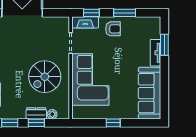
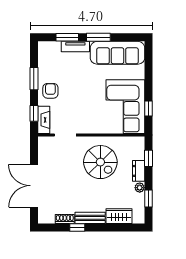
window: (164, 75) -> (98, 37), added
corner sofa: (90, 79) -> (125, 107), moved, turned -90
plant: (52, 114) -> (140, 188), moved
window: (36, 123) -> (149, 158), moved
window: (113, 123) -> (149, 108), moved

